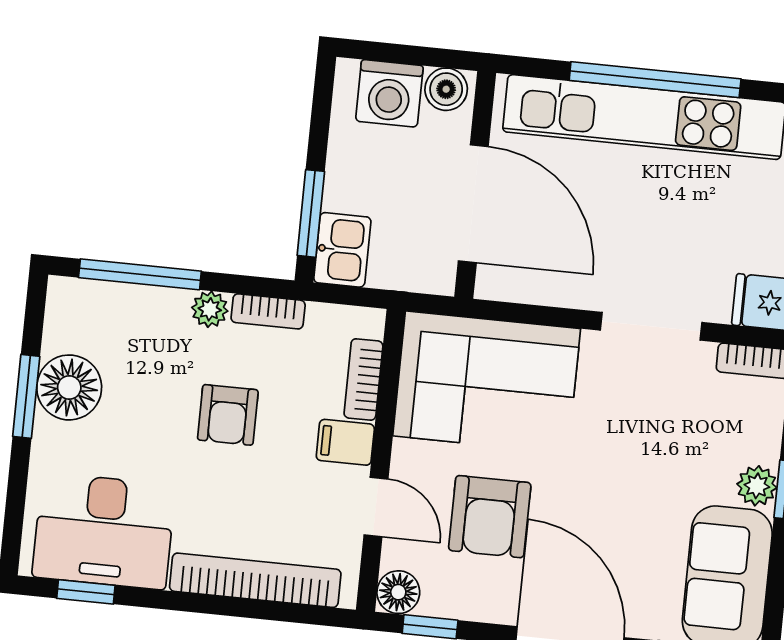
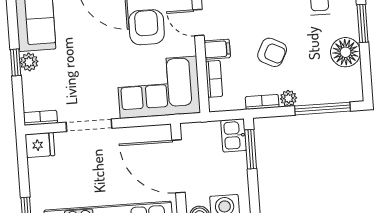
window: (26, 396) -> (363, 23), moved
armchair: (228, 415) -> (272, 52), turned 117

